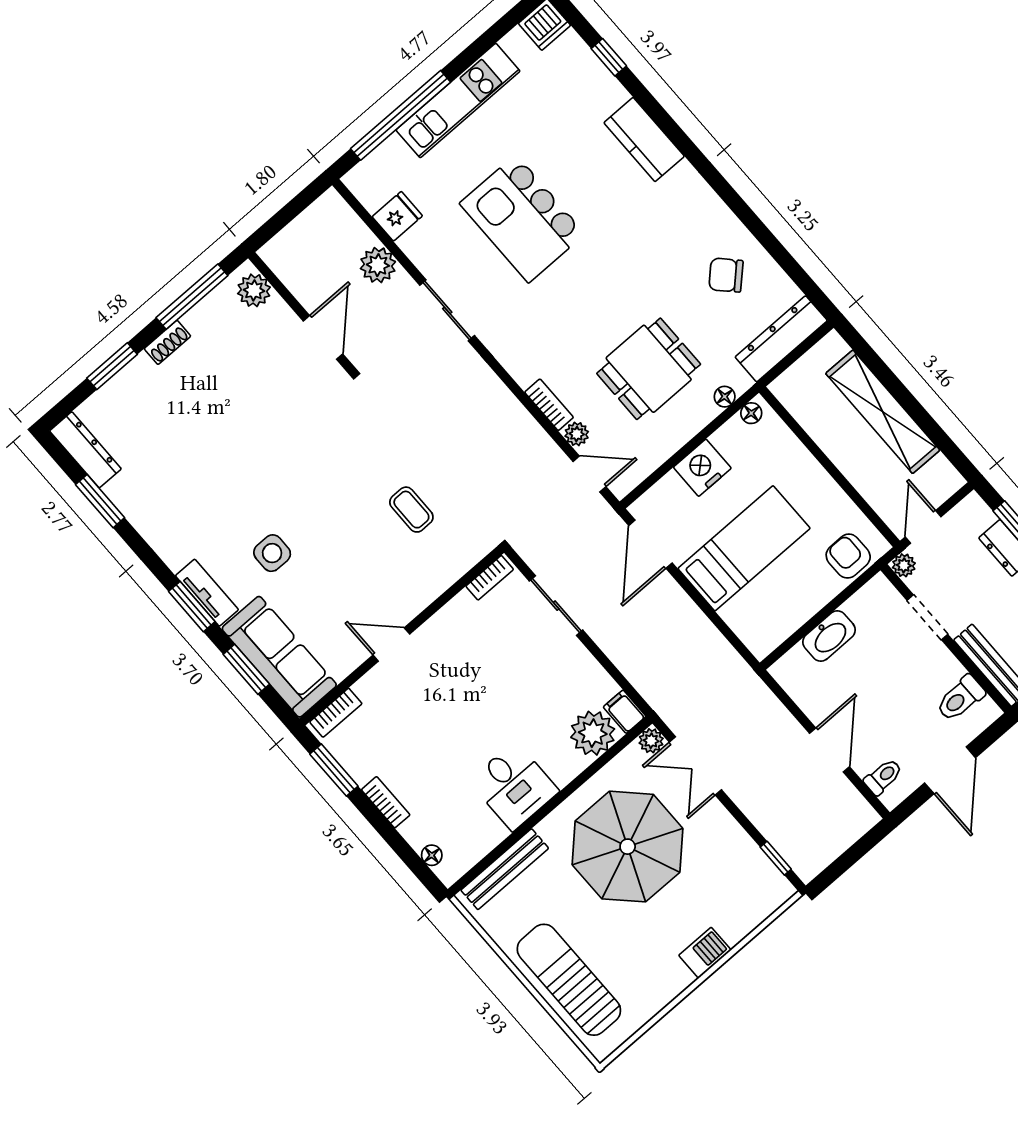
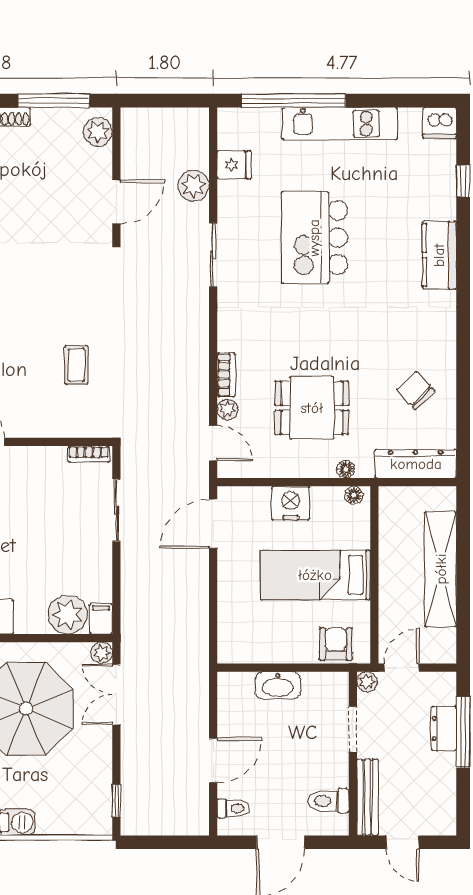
bed: (744, 548) -> (315, 575), moved, turned 180

